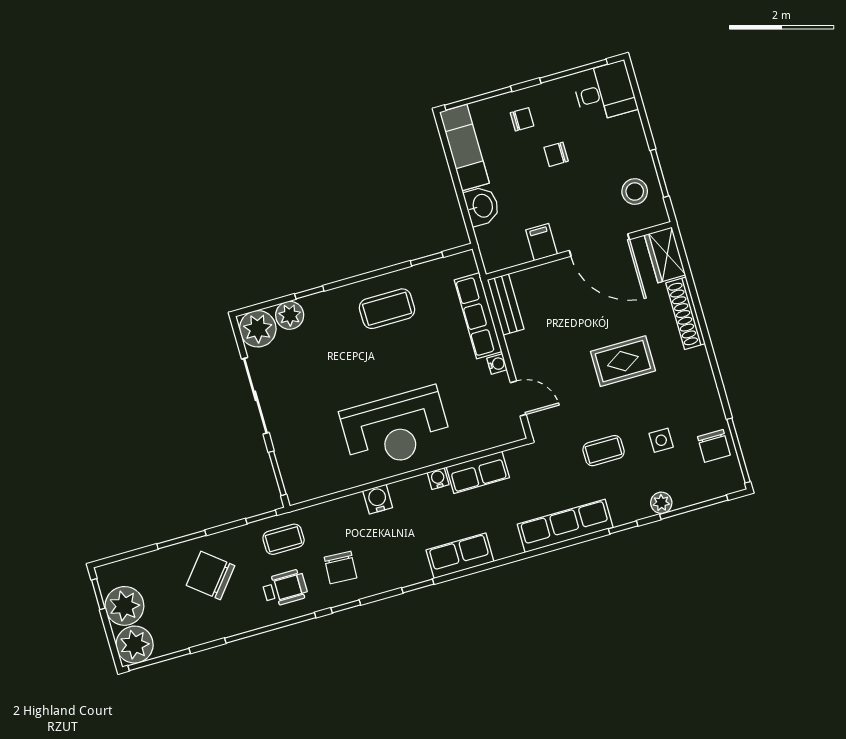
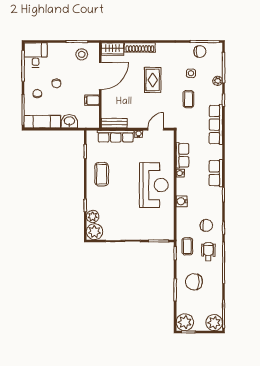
chair: (211, 575) -> (194, 282), turned 53
plant: (124, 606) -> (185, 322), moved

